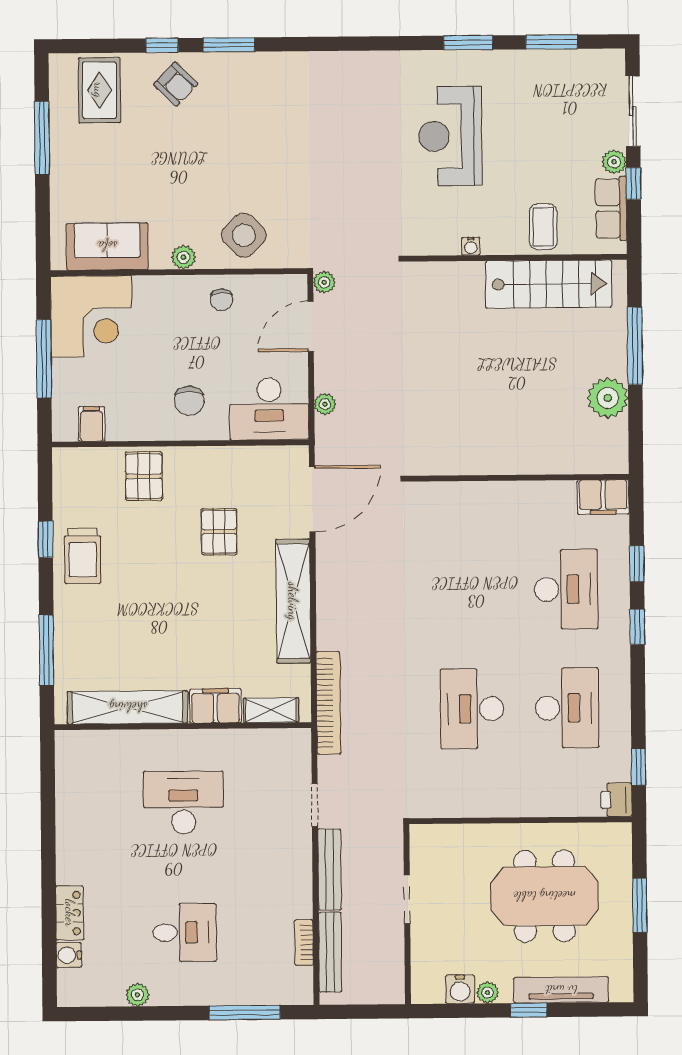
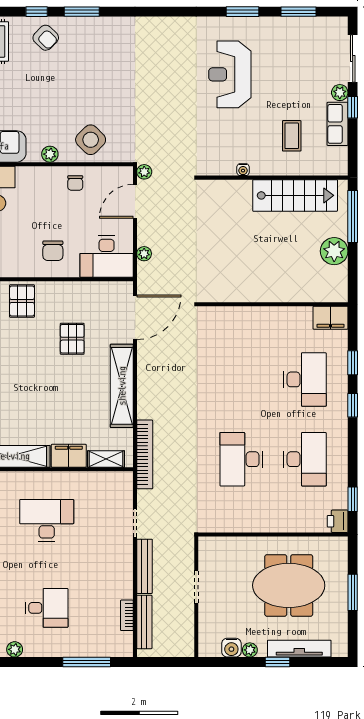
water cooler: (471, 246) -> (243, 170), moved
wall: (516, 258) -> (273, 178), moved
stairs: (549, 284) -> (295, 195), moved

